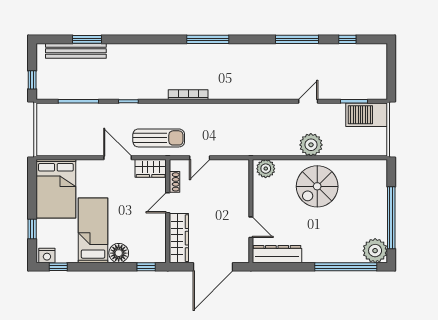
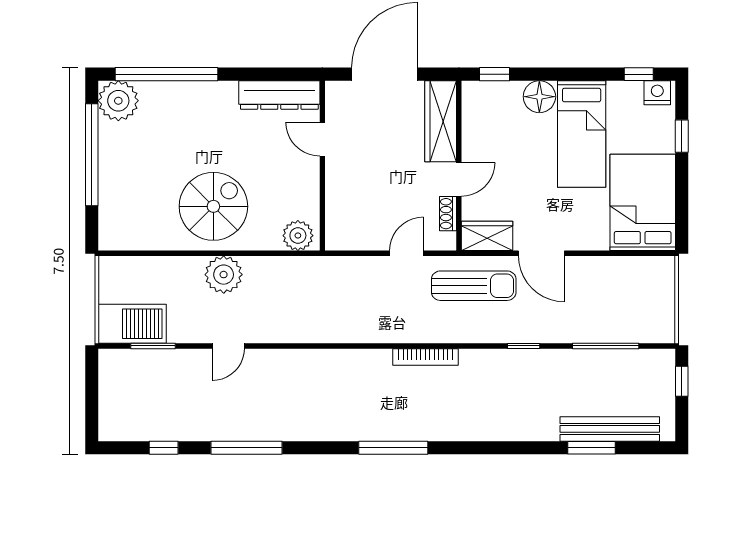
sun lounger: (159, 138) -> (474, 286), turned 180

